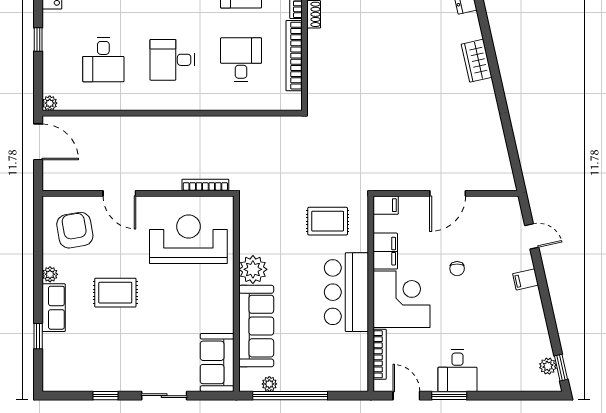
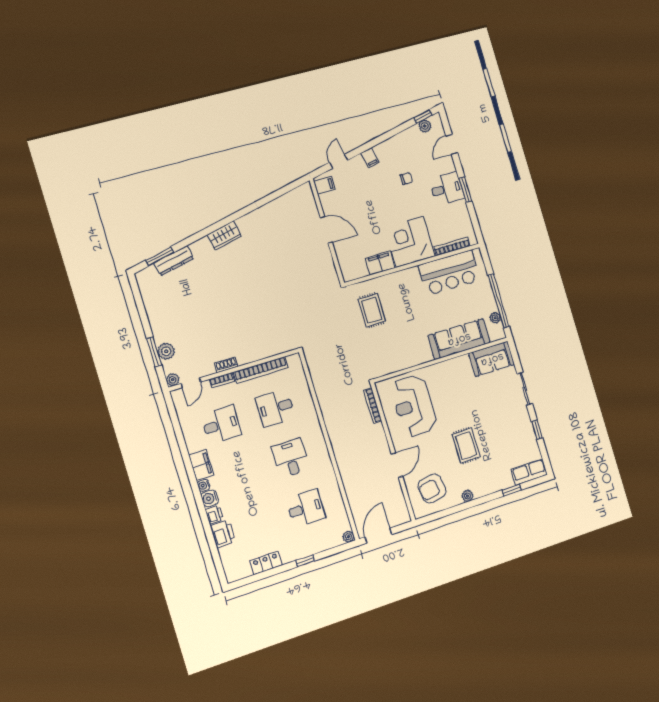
desk: (172, 60) -> (291, 458), turned 180
filing cabinet: (386, 205) -> (324, 185), moved, turned 90
plant: (253, 269) -> (421, 353), removed
chair: (457, 269) -> (406, 178), moved
bar counter: (346, 292) -> (449, 273), moved
row of seats: (54, 308) -> (529, 472), moved
door: (406, 396) -> (452, 144), moved

